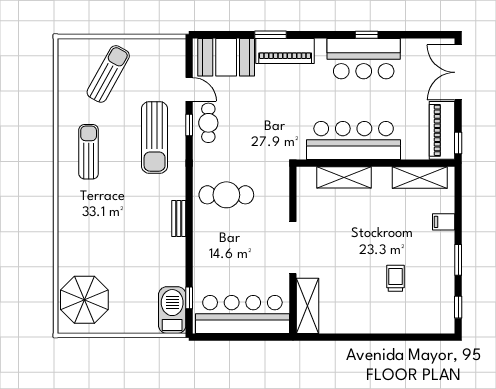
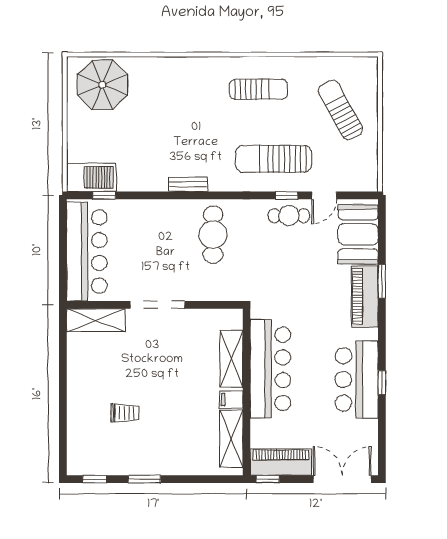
sun lounger: (108, 74) -> (340, 110), turned -148
filing cabinet: (444, 222) -> (231, 400), moved, turned -90

